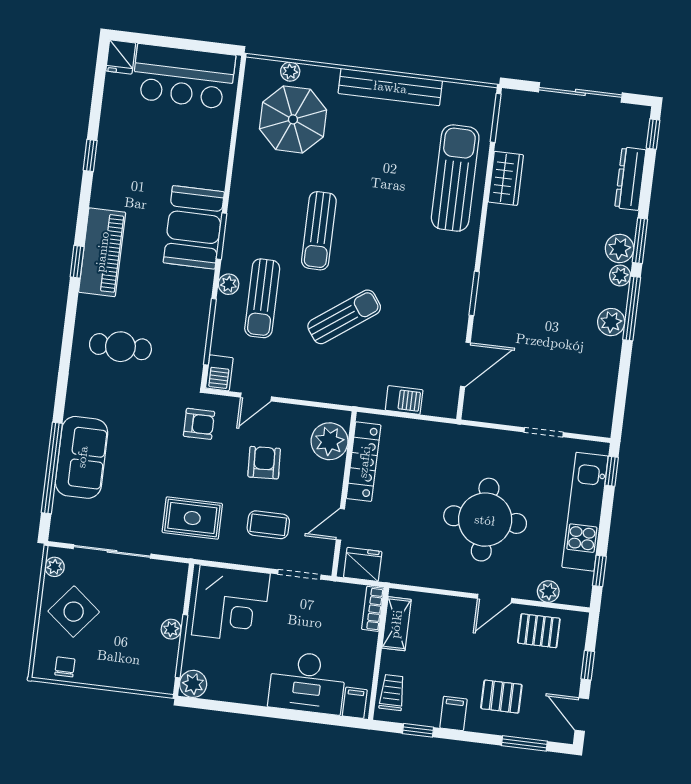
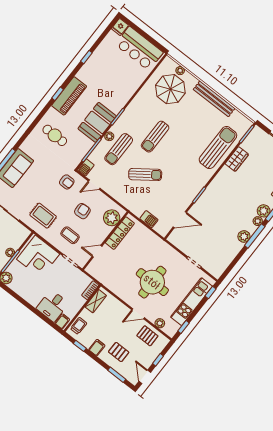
booth: (194, 227) -> (97, 122), moved
fridge: (363, 564) -> (96, 271), removed
desk: (307, 683) -> (53, 306), width x0.73

